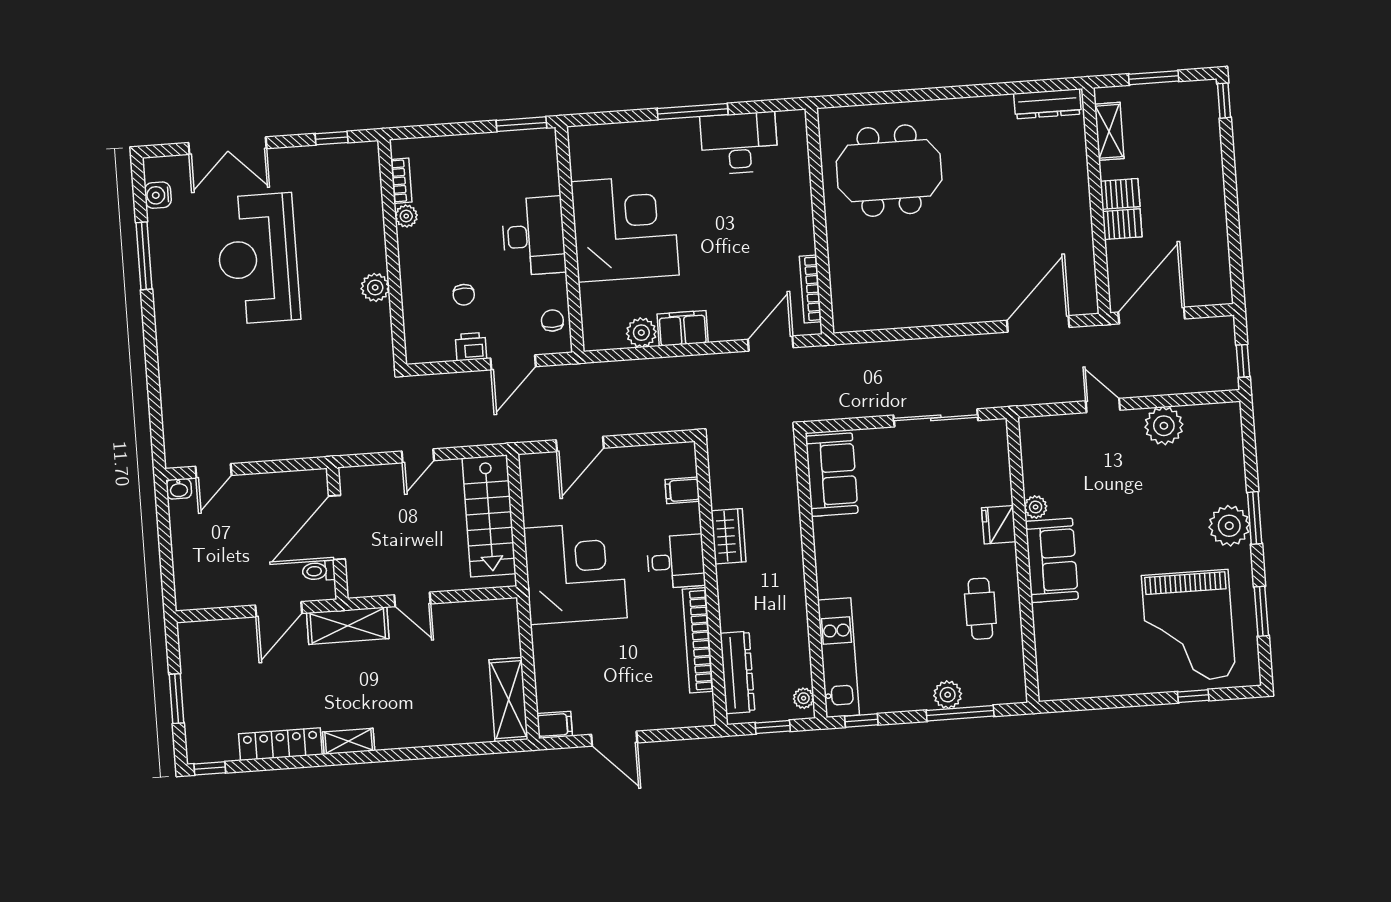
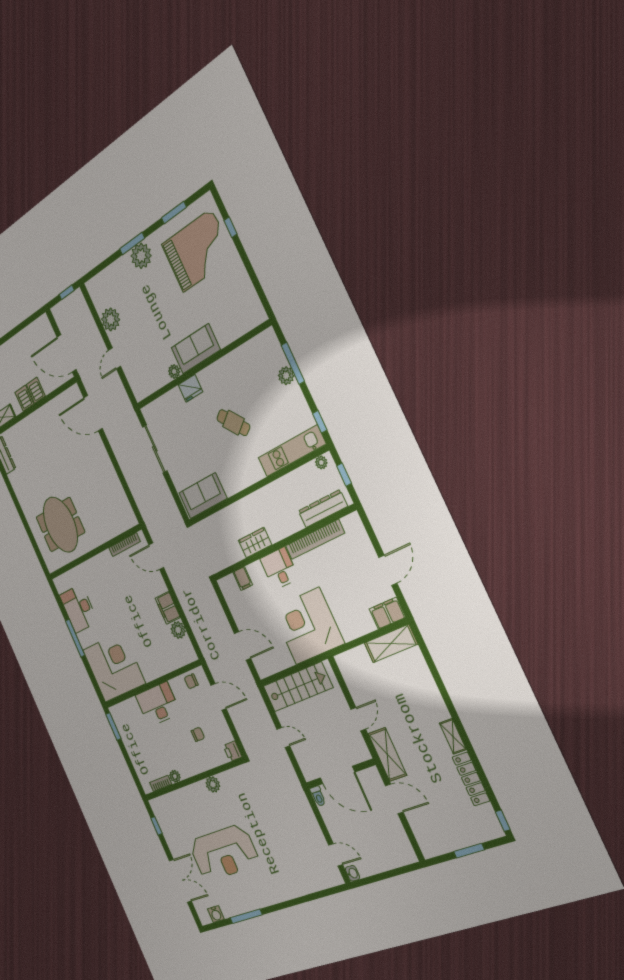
corner desk: (625, 228) -> (114, 667), moved, turned 90
printer: (471, 347) -> (232, 751), moved
toilet: (319, 571) -> (318, 796), moved
cafe table: (980, 609) -> (233, 423), moved, turned 52
filing cabinet: (555, 725) -> (387, 613), width x2.00

